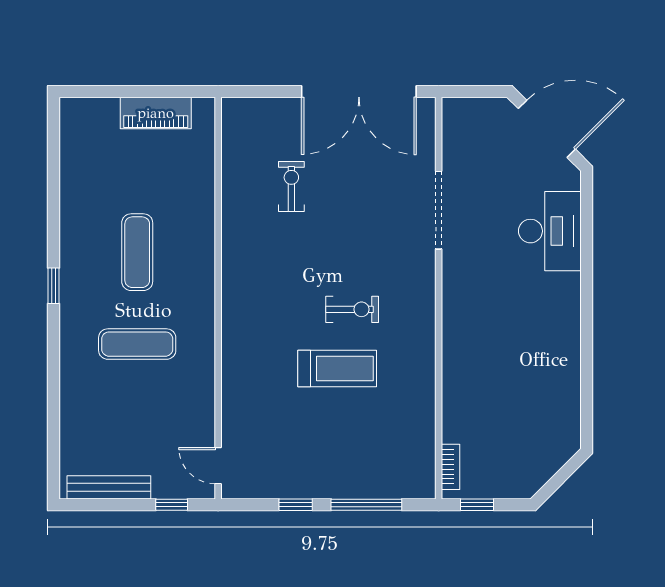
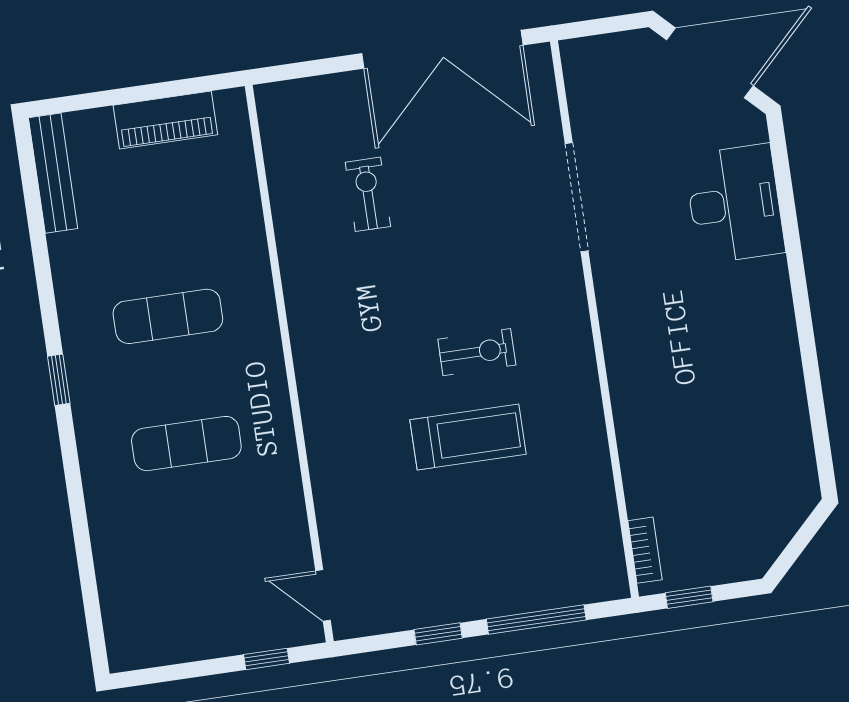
exercise mat: (137, 252) -> (168, 316), turned 90
bench: (109, 487) -> (53, 173), moved, turned 90

